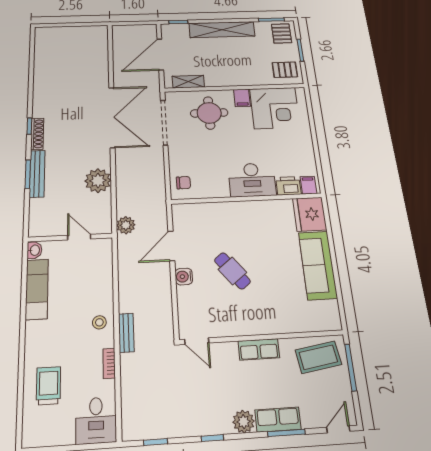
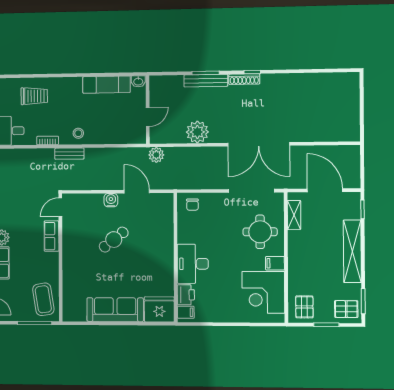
row of seats: (259, 349) -> (52, 236), moved

